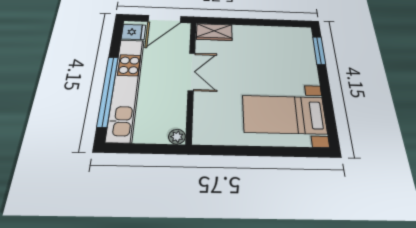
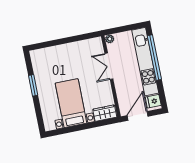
window: (319, 50) -> (33, 85), moved
double door: (191, 71) -> (109, 66), moved
bed with nightstands: (284, 114) -> (71, 103), moved, turned -90

